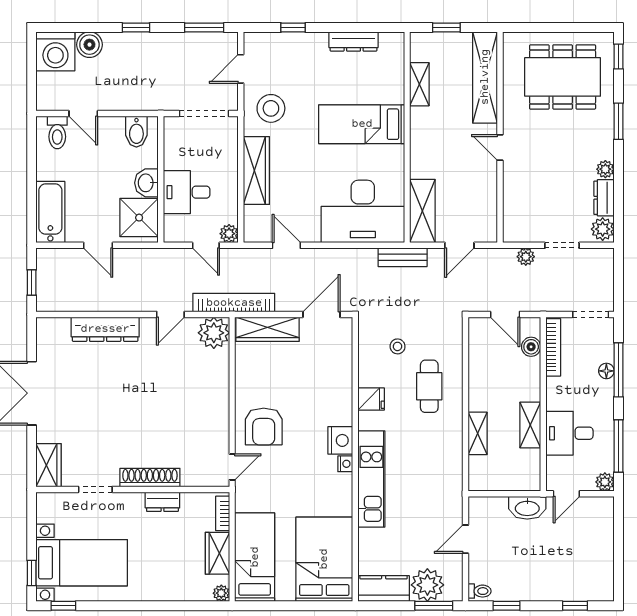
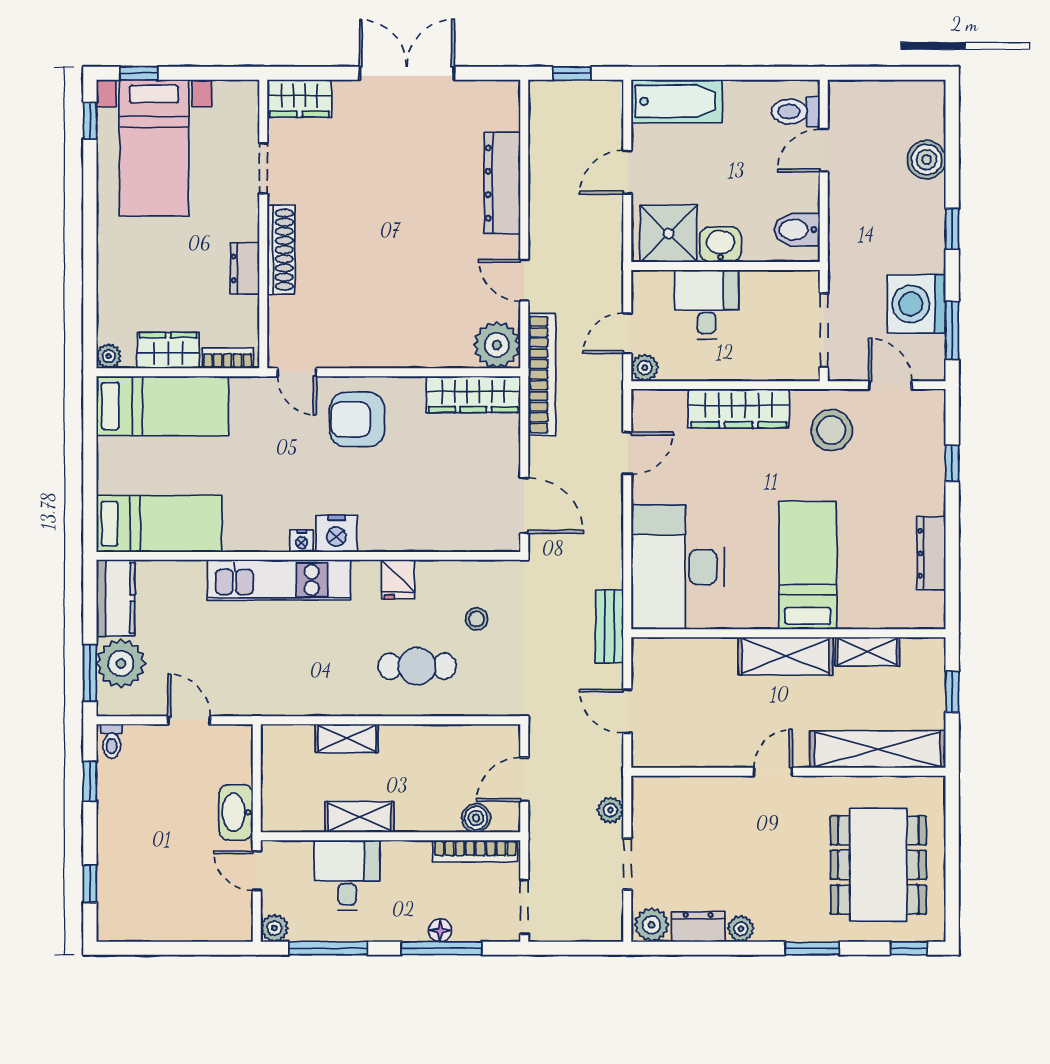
washing machine: (55, 51) -> (917, 304), moved
shelving: (422, 211) -> (785, 656), moved
wardrobe: (267, 329) -> (473, 394), moved, turned -90
bed: (324, 559) -> (159, 524), width x0.67

